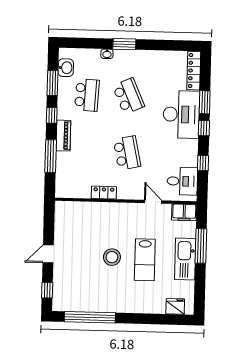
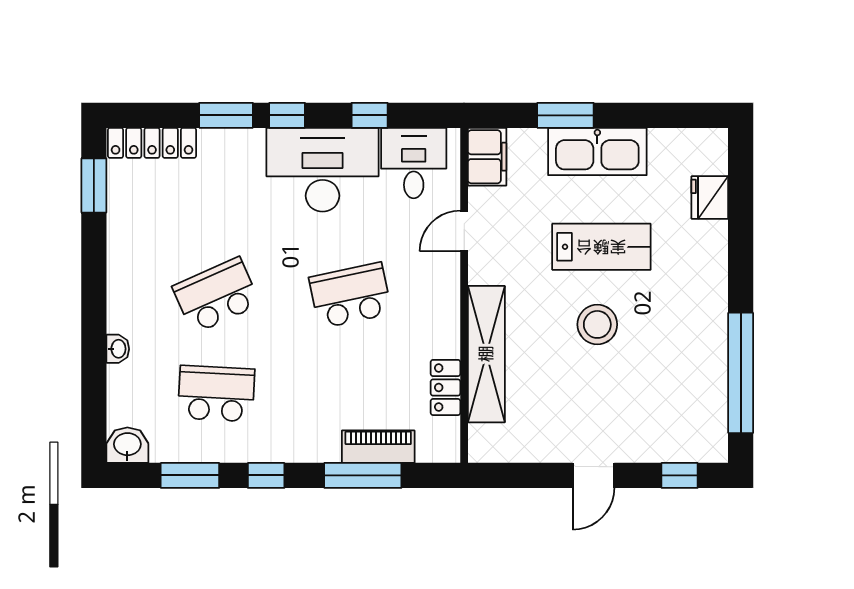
window: (124, 44) -> (94, 185), moved
washbasin: (66, 68) -> (127, 445), moved
desk: (181, 114) -> (322, 170), moved
piano: (63, 136) -> (378, 447), moved
locker: (104, 193) -> (445, 387), moved
shelving: (101, 210) -> (486, 354), added
window: (201, 246) -> (565, 115), width x0.69
door: (48, 254) -> (594, 475), hinge flipped
fridge: (175, 306) -> (710, 197), moved

